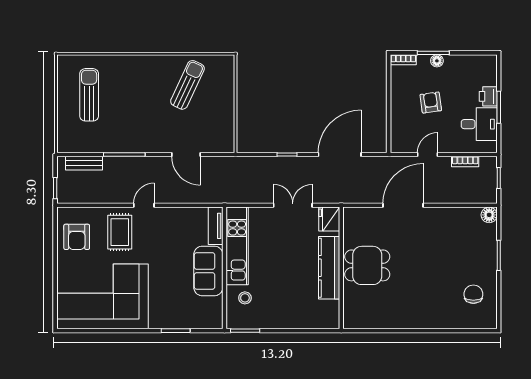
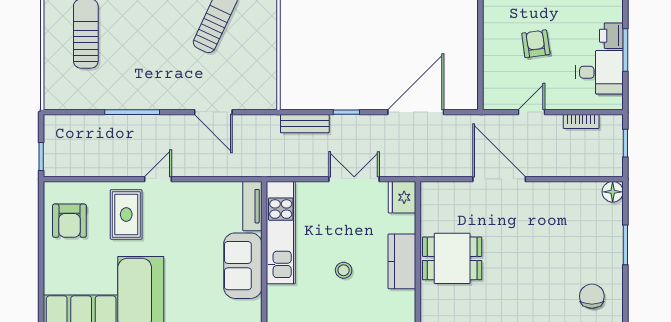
bench: (84, 163) -> (305, 124), moved
door: (403, 205) -> (499, 179), hinge flipped
kitchen counter: (329, 268) -> (402, 261), width x0.67
stool: (245, 298) -> (344, 270), moved

